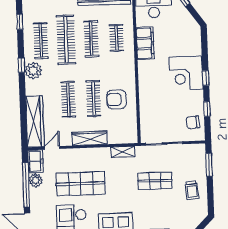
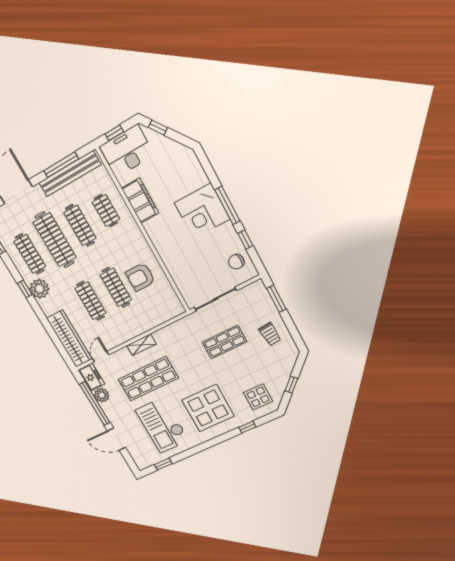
window: (206, 78) -> (227, 205), width x2.17
wardrobe: (89, 138) -> (133, 330), removed
shelving: (123, 152) -> (141, 345), moved

